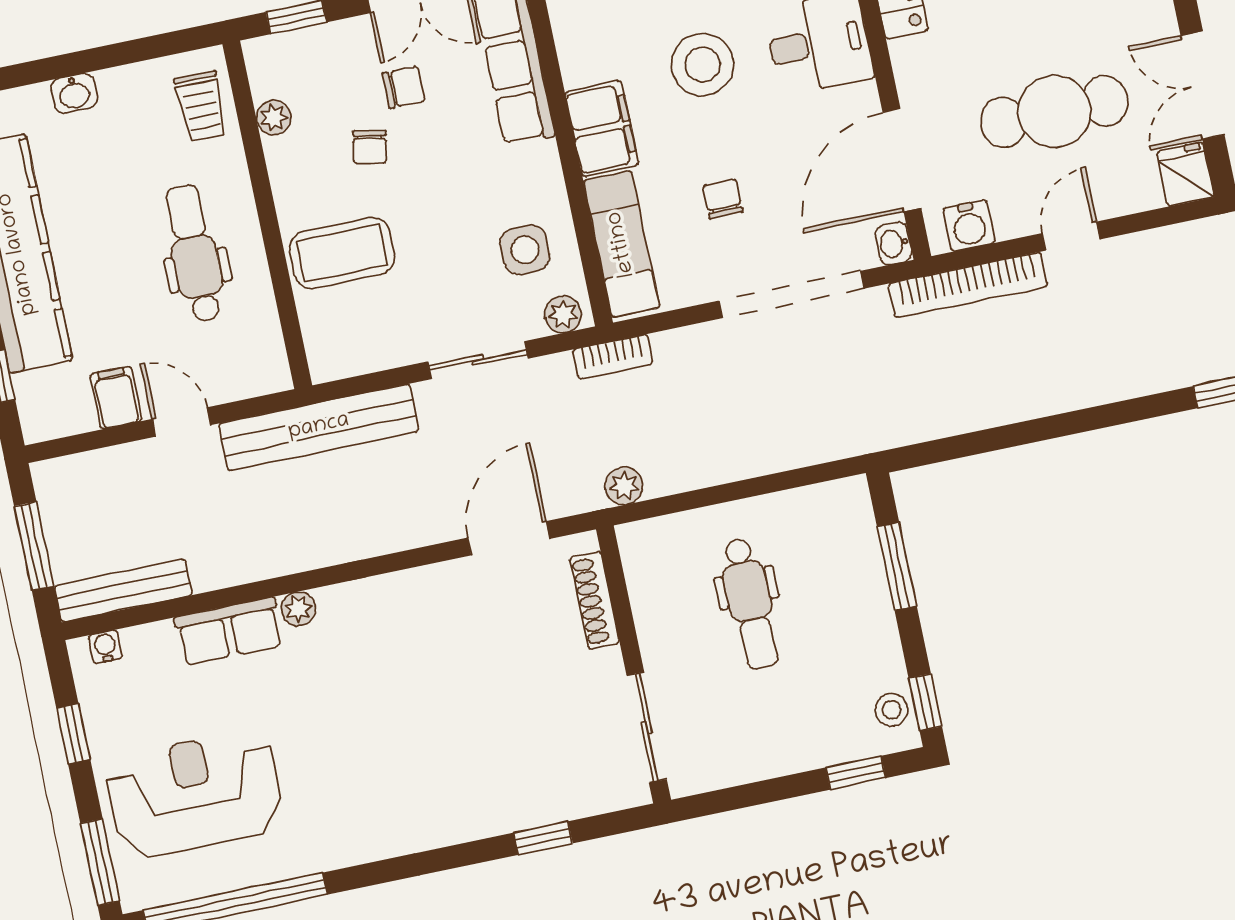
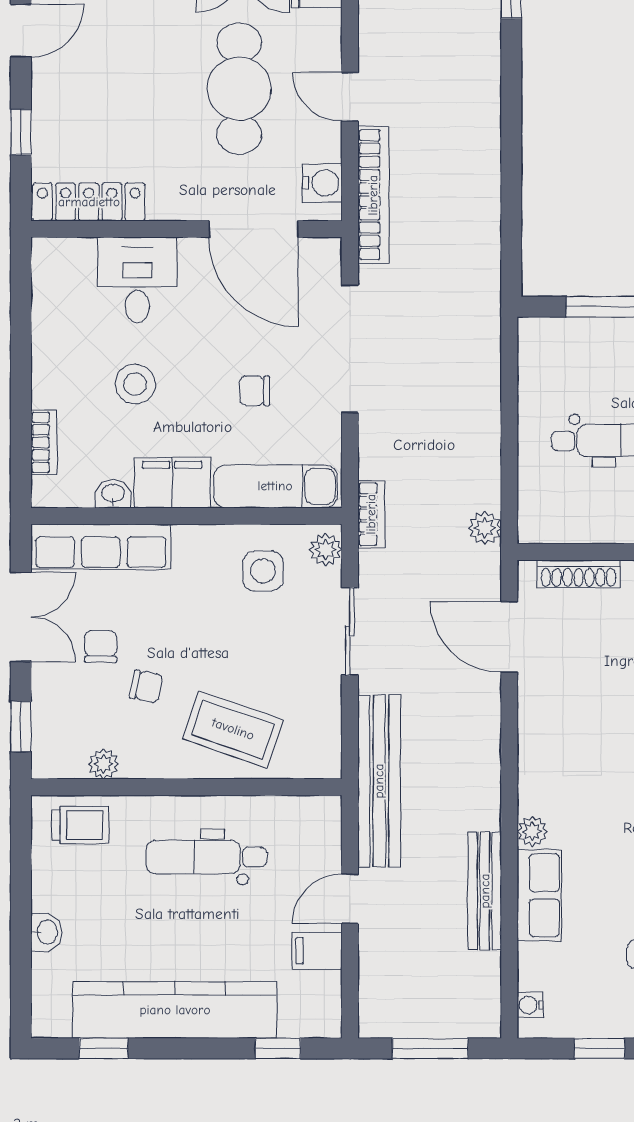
stool: (702, 65) -> (135, 384), width x0.73, depth x0.73
washbasin: (894, 243) -> (113, 494), moved, turned 180
coffee table: (342, 253) -> (233, 729), turned -71
bench: (123, 590) -> (485, 891), moved

